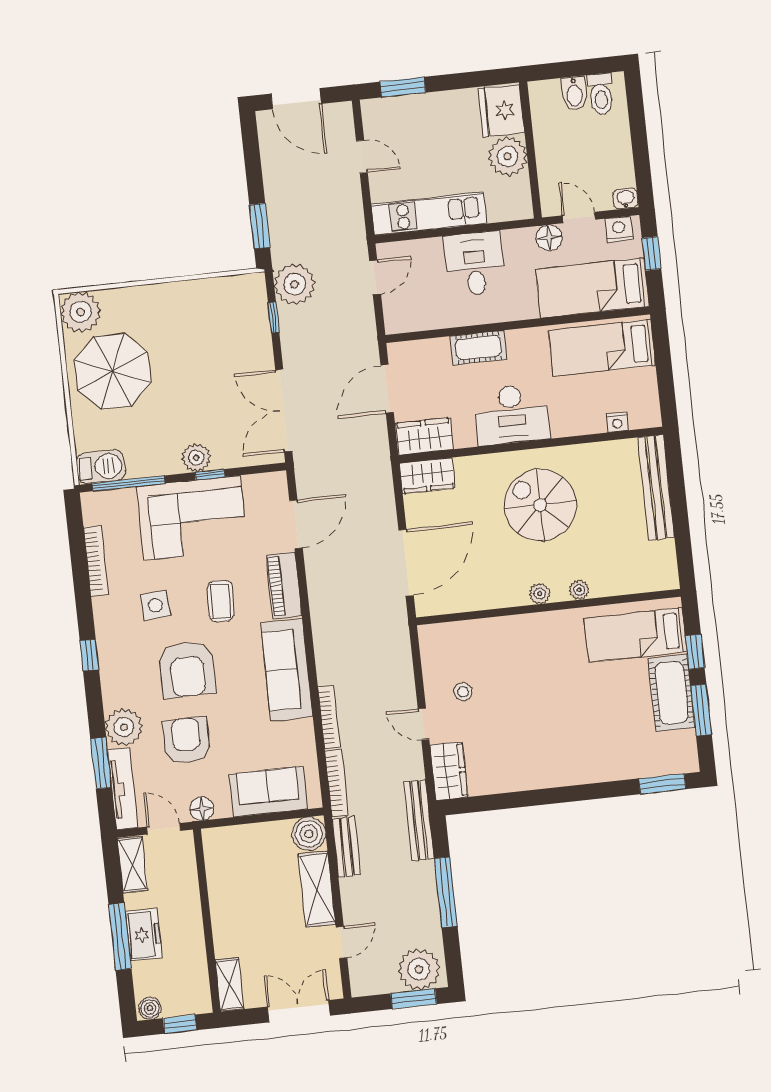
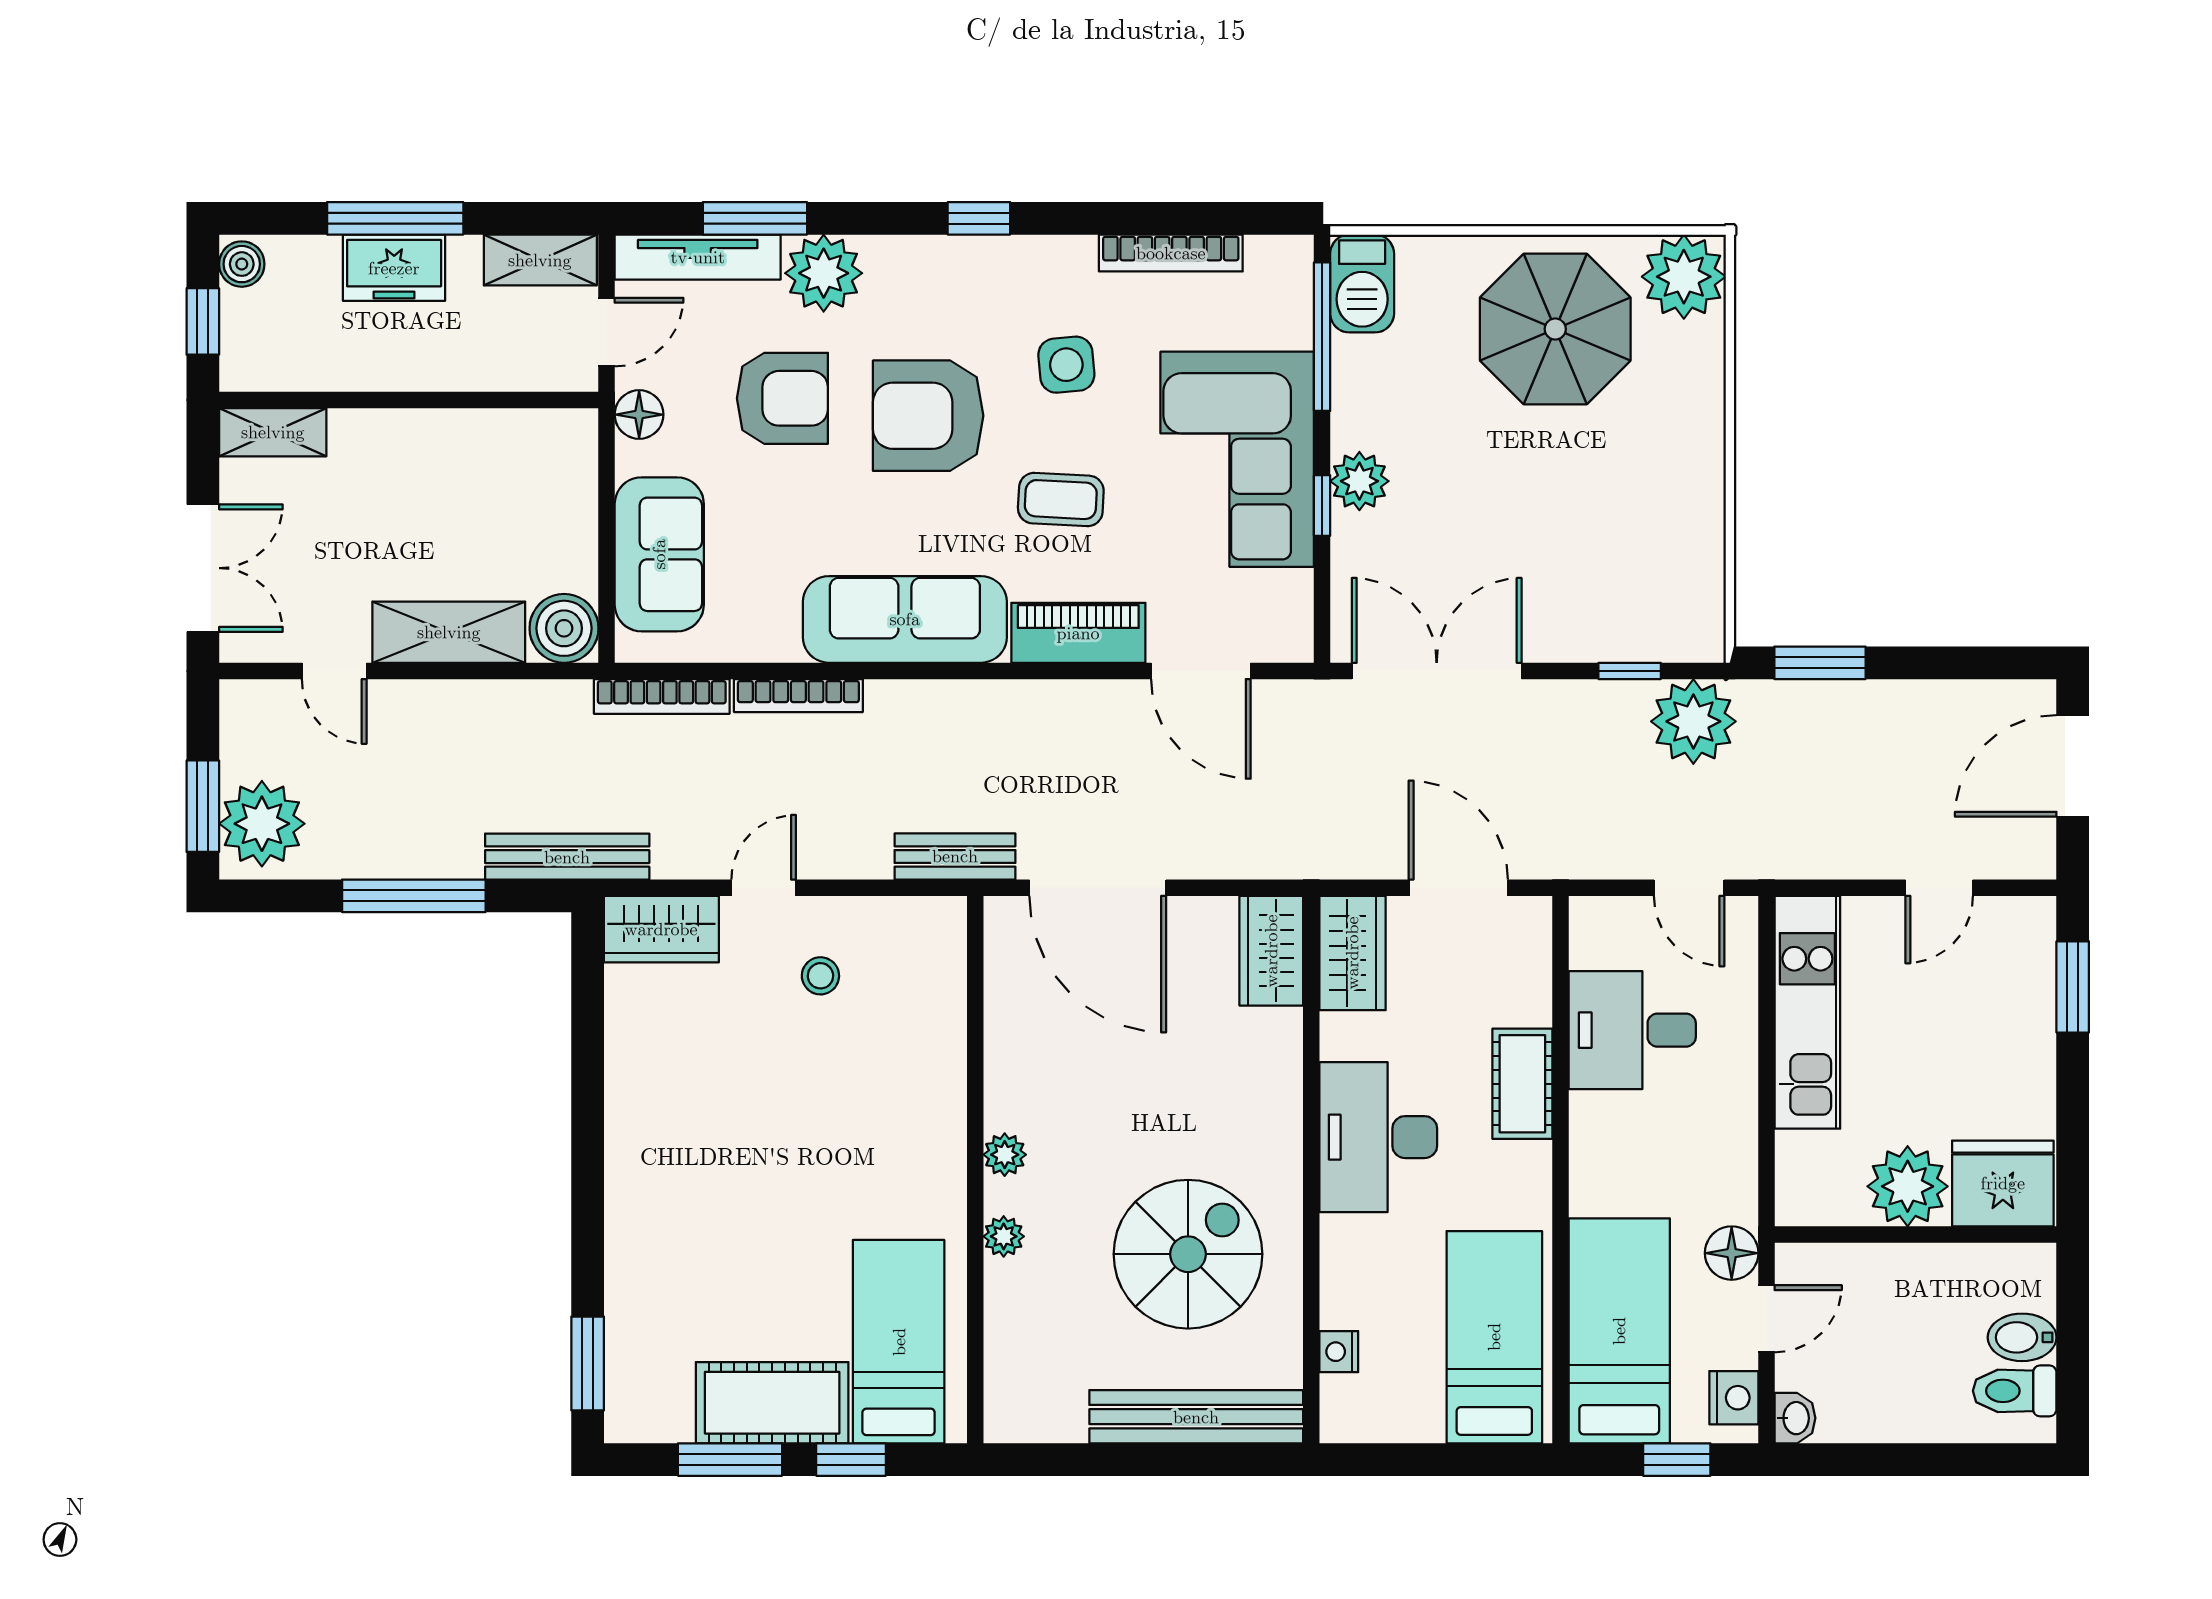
desk: (475, 264) -> (1632, 1030), moved, turned 180
spiral stairs: (540, 505) -> (1188, 1254), moved
bench: (346, 847) -> (955, 856), moved

